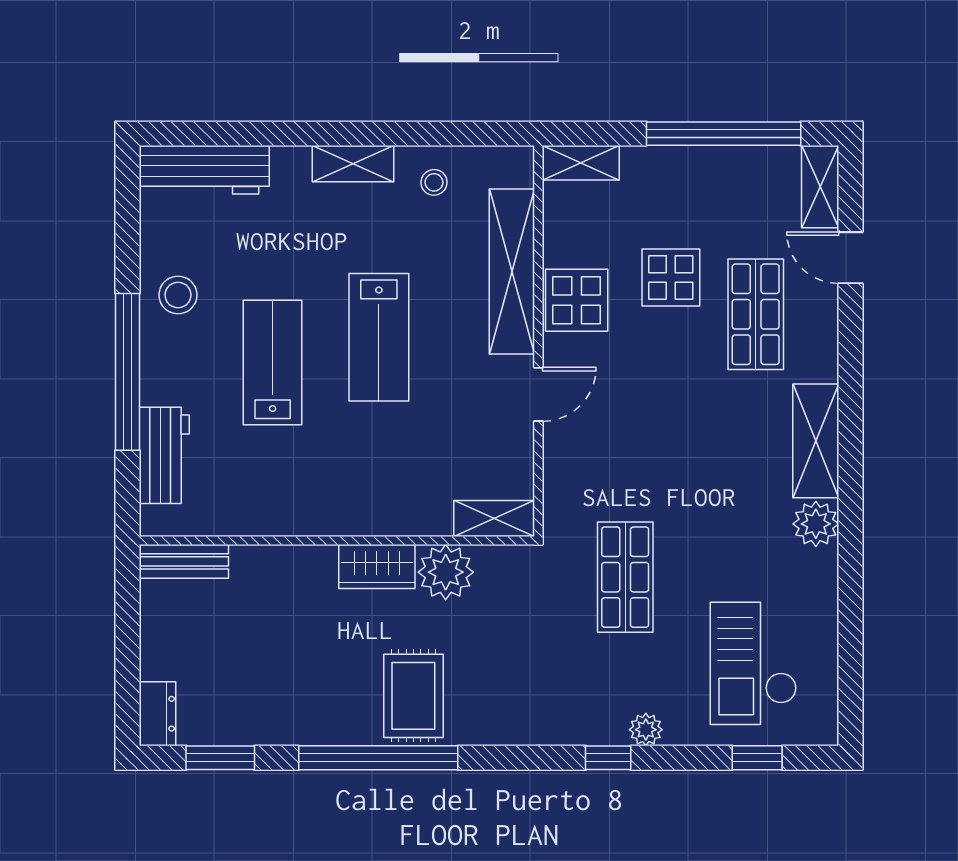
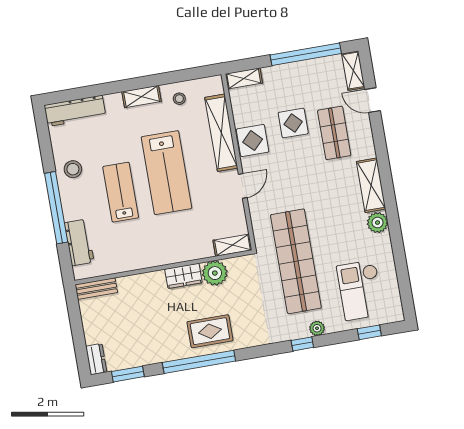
lab bench: (379, 337) -> (167, 173), width x1.36, depth x1.39
shop shelf: (625, 577) -> (296, 261), width x2.00, depth x1.36
rug: (413, 696) -> (210, 331), turned 90

